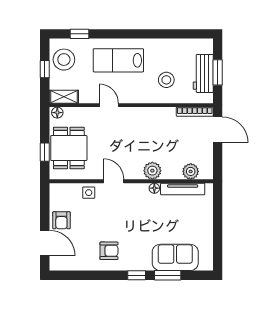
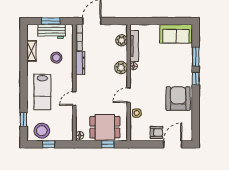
shelving: (64, 97) -> (31, 51), moved
dresser: (159, 113) -> (80, 63), added
armchair: (109, 251) -> (178, 99), width x1.88, depth x1.88
sofa: (175, 257) -> (176, 34), moved, turned -90

